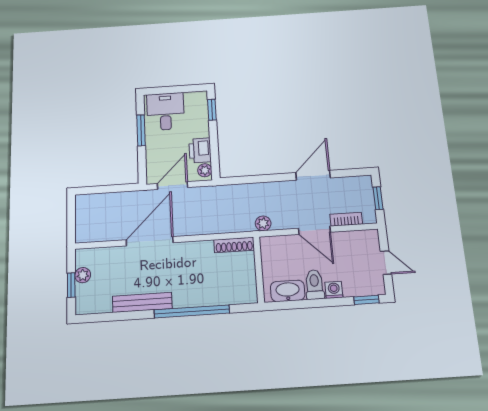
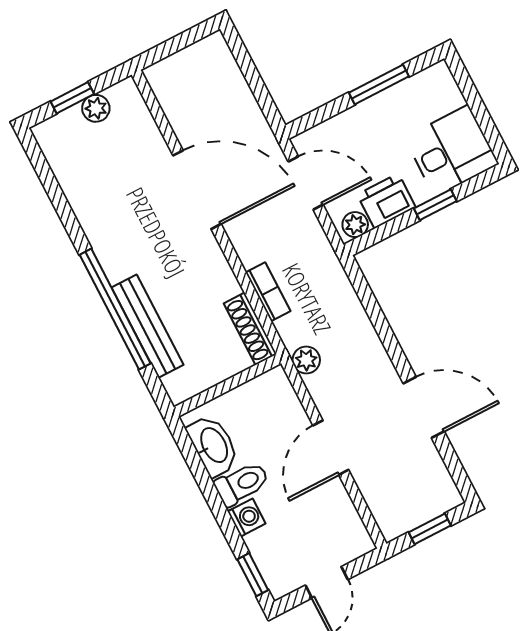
window: (212, 110) -> (435, 205), moved
desk: (165, 111) -> (452, 151), moved
bookcase: (346, 219) -> (268, 292), moved
bench: (142, 302) -> (148, 326), moved

